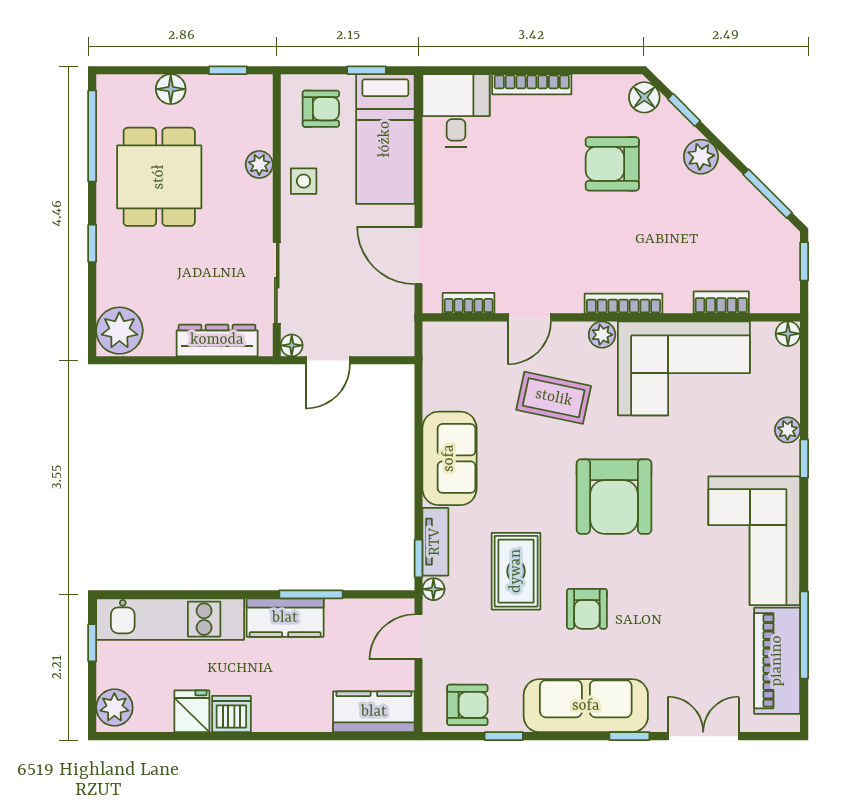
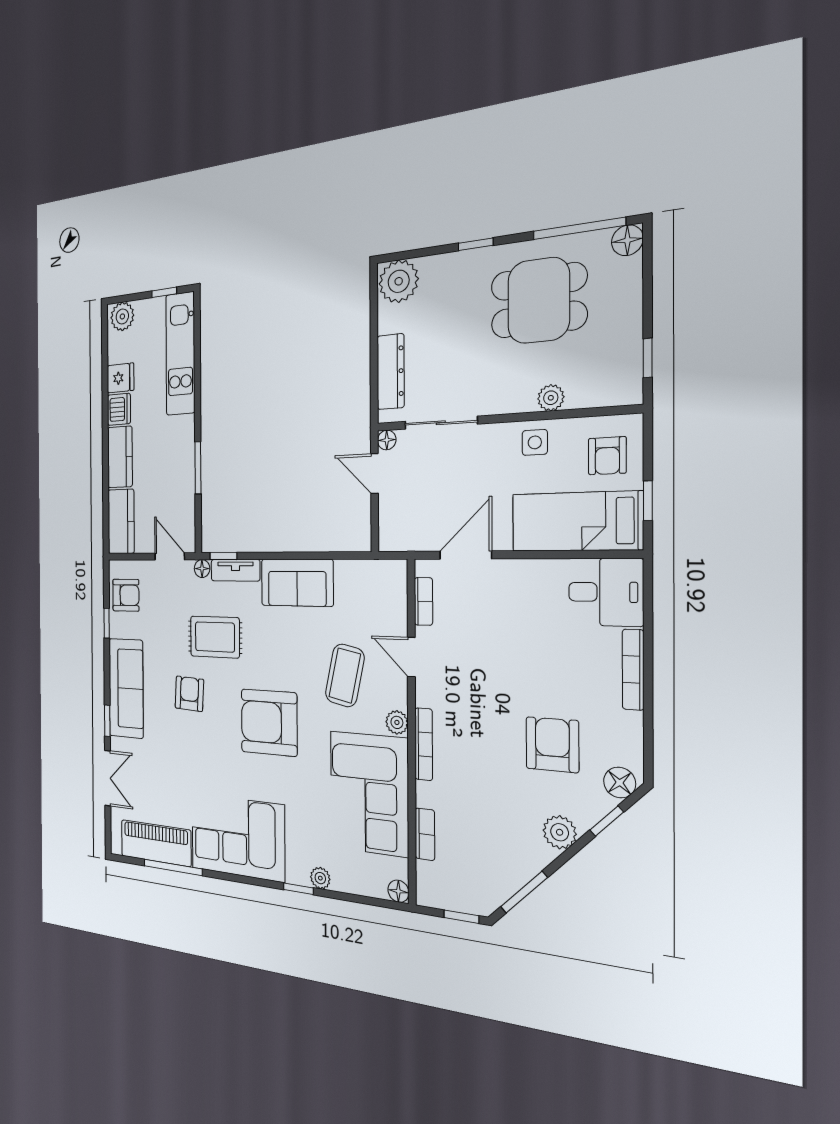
floor lamp: (171, 89) -> (627, 240), moved
armchair: (587, 609) -> (189, 694), turned 93
kitchen counter: (285, 618) -> (120, 457), moved, turned 180
armchair: (467, 705) -> (126, 595), turned -90

